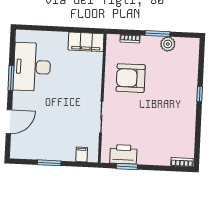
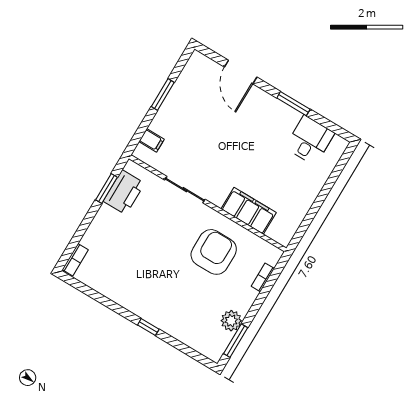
window: (158, 34) -> (236, 341), moved
filing cabinet: (86, 42) -> (249, 211), moved, turned 90
desk: (32, 67) -> (310, 140), width x0.53, depth x0.77

